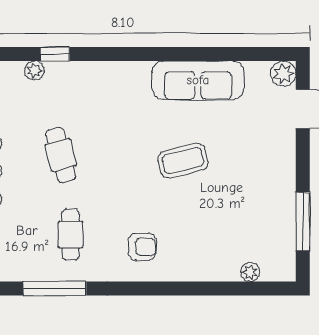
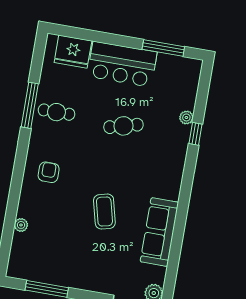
cafe table: (71, 235) -> (56, 112), moved
armchair: (142, 247) -> (49, 172), turned 180
plant: (250, 272) -> (21, 225), moved

